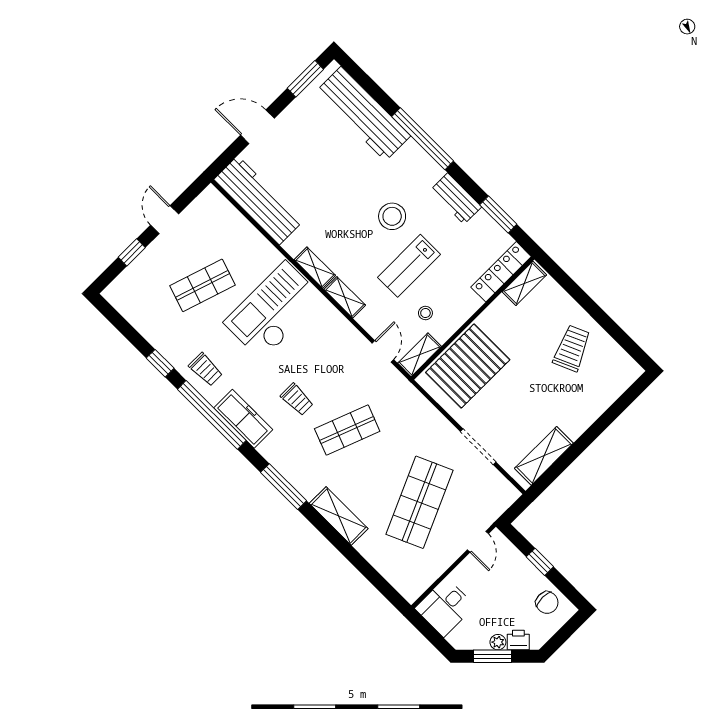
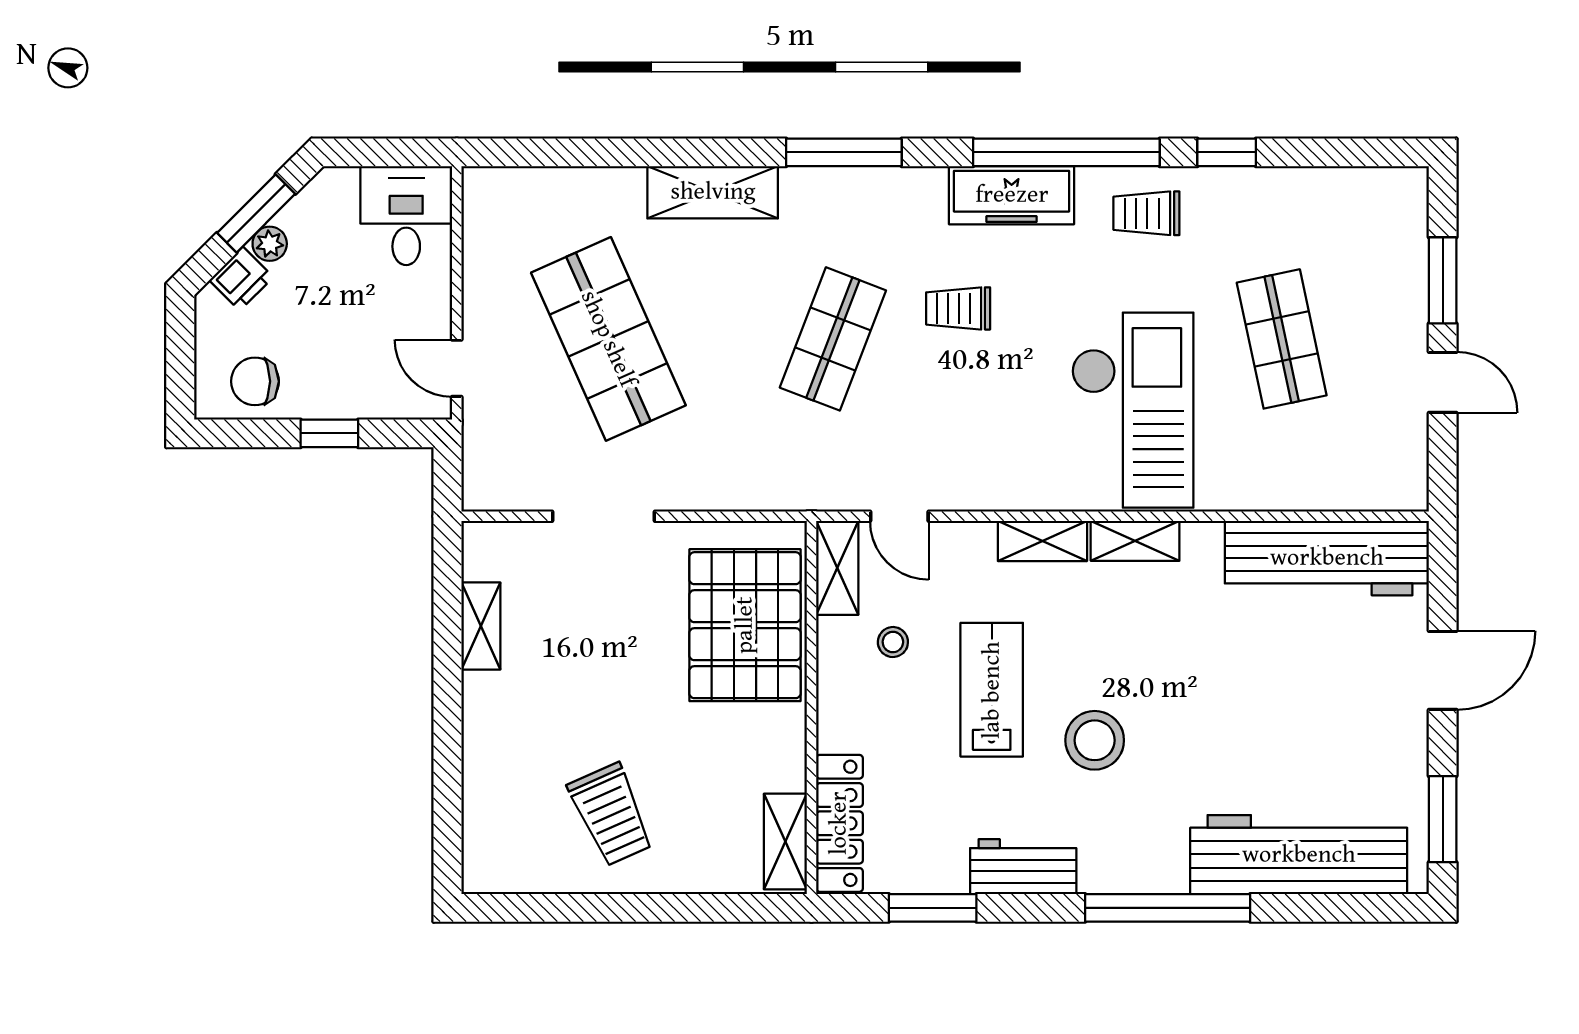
window: (132, 252) -> (1443, 280), width x1.50
shop shelf: (203, 285) -> (1282, 339), turned -30
shelving: (544, 456) -> (481, 626), width x0.67, depth x0.75

